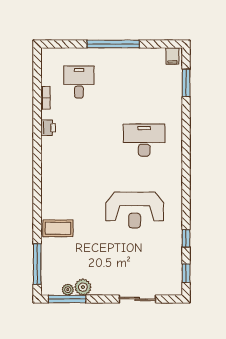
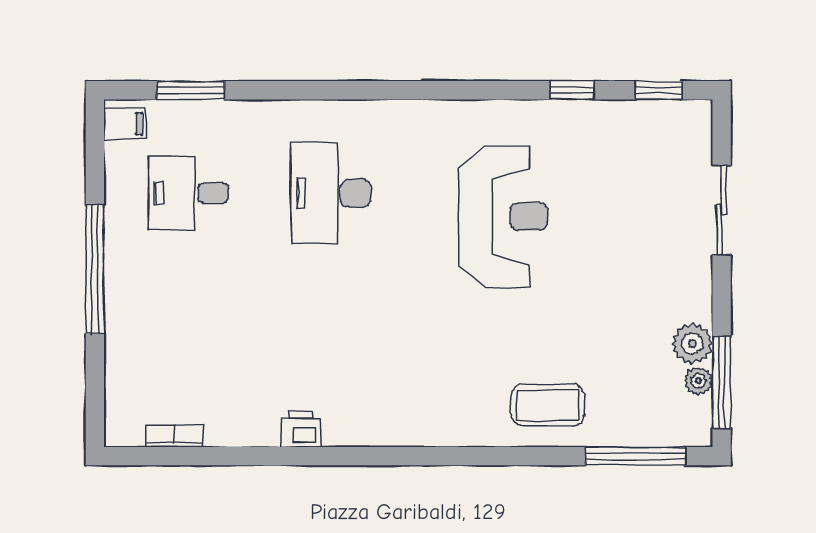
desk: (79, 82) -> (188, 193), moved
bookcase: (45, 98) -> (174, 436), moved
coffee table: (58, 228) -> (548, 405), turned 90

